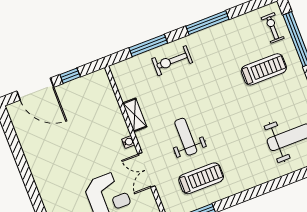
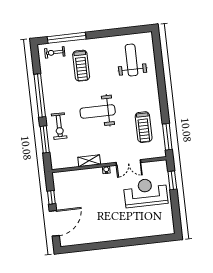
window: (207, 23) -> (40, 96), width x1.46
treadmill: (264, 69) -> (81, 66), turned 180
weight bench: (186, 137) -> (98, 111), moved, width x1.36, depth x1.33
treadmill: (201, 178) -> (144, 127), turned 180

